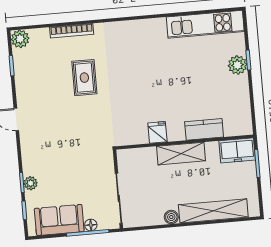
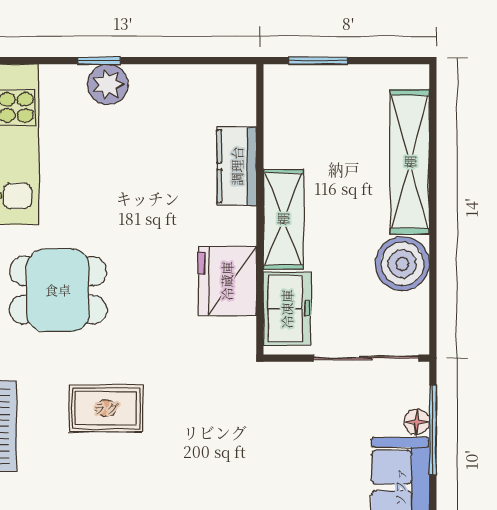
dining table: (138, 50) -> (58, 290), added
fridge: (157, 132) -> (227, 281), width x1.88, depth x1.34
freezer: (237, 150) -> (287, 309), moved
boiler: (171, 217) -> (402, 264), width x1.86, depth x1.86

